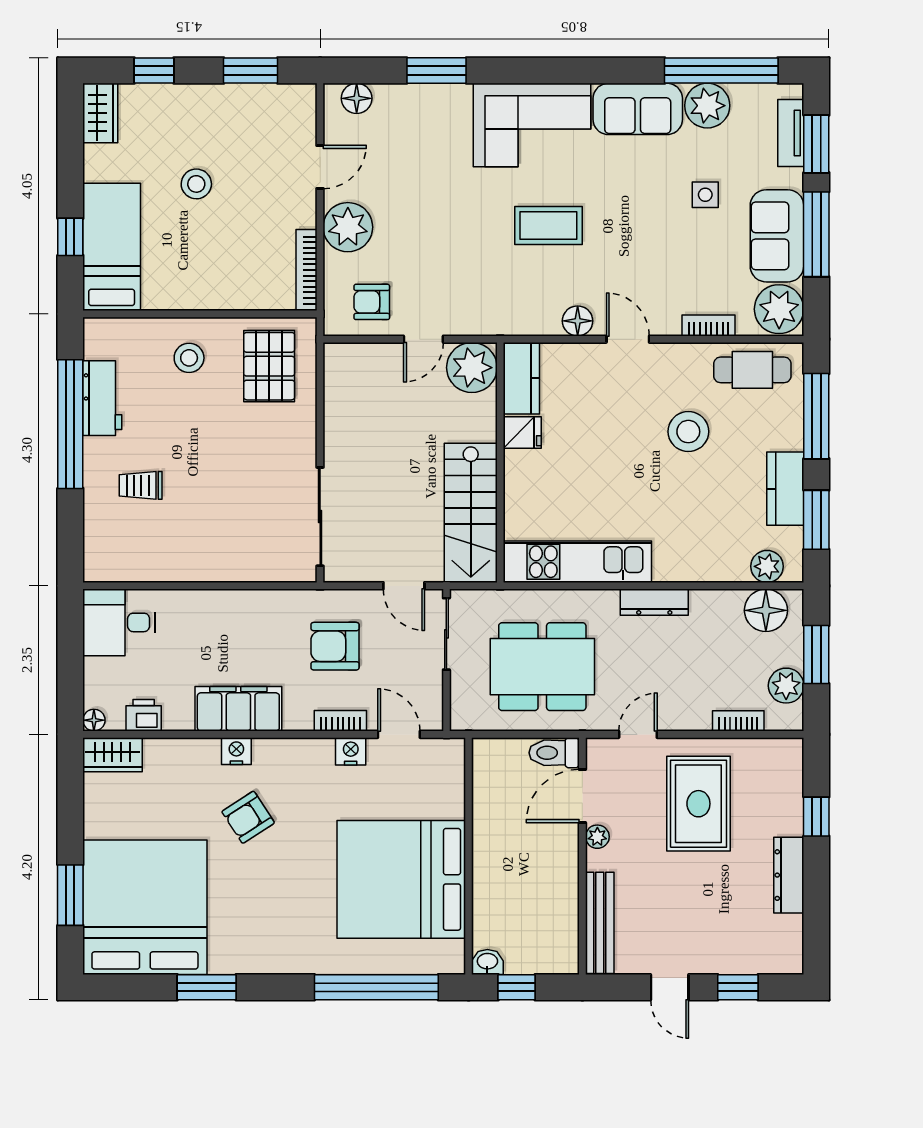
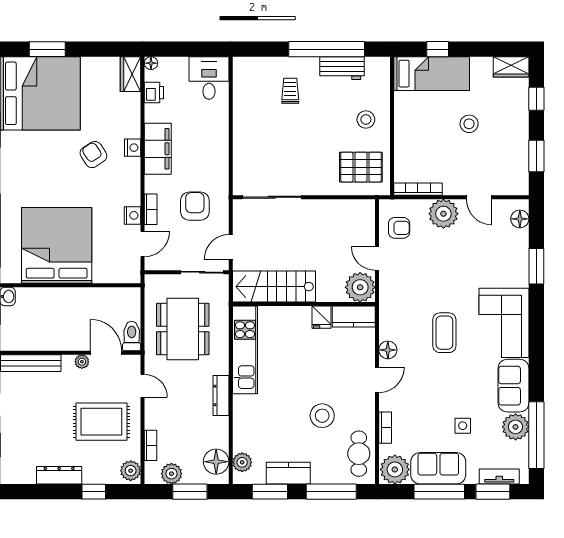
armchair: (372, 302) -> (399, 228), turned 90
plant: (781, 755) -> (131, 471), added

